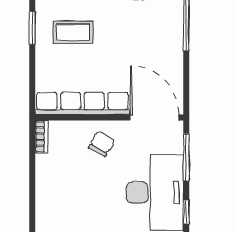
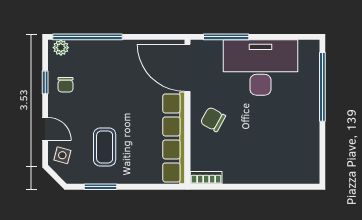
door: (155, 118) -> (188, 68), hinge flipped
window: (186, 212) -> (279, 37), removed

